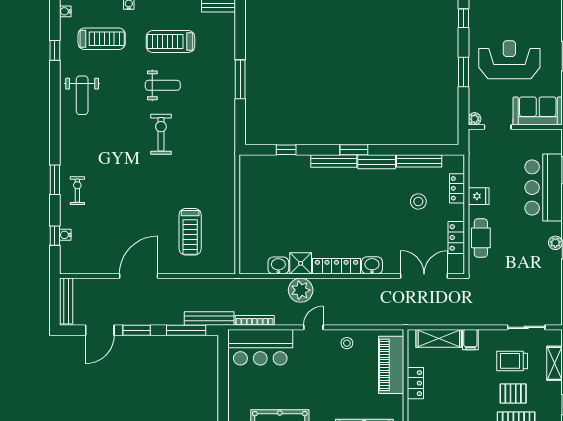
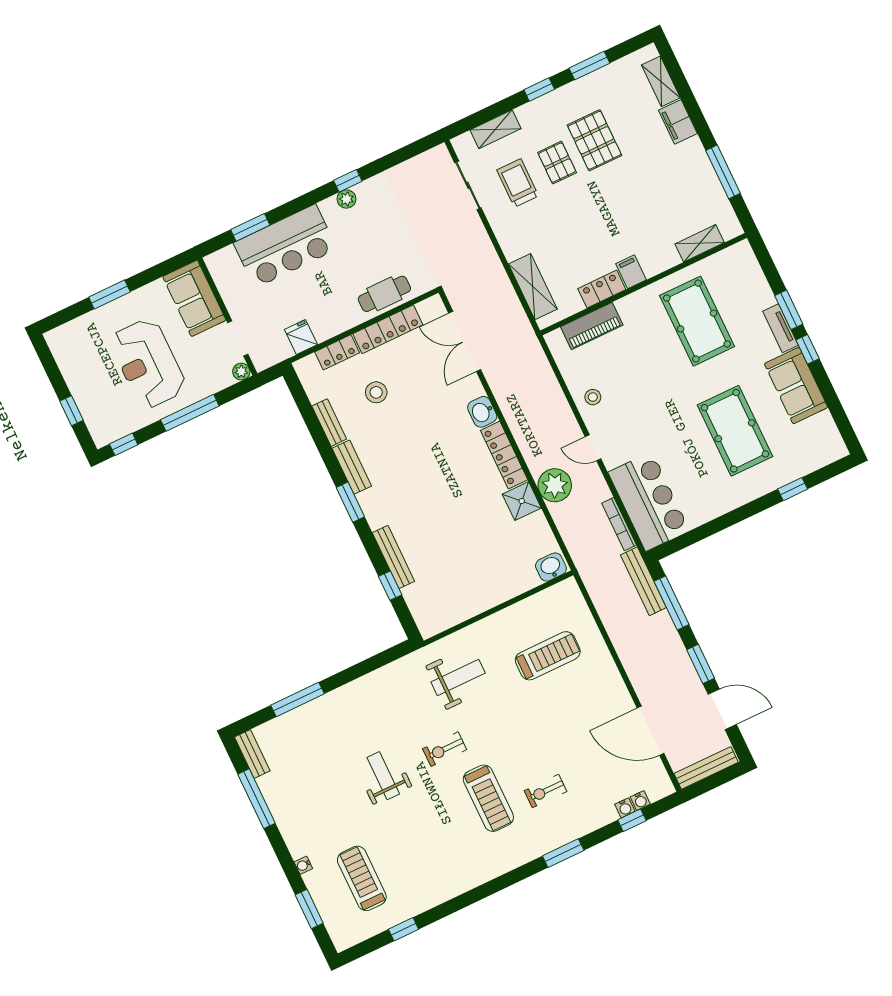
water cooler: (65, 11) -> (640, 801), moved
treadmill: (170, 42) -> (488, 798), moved
window: (464, 72) -> (190, 413), width x1.44
window: (240, 79) -> (297, 699), moved
weight bench: (82, 95) -> (458, 677), moved
exercise bike: (161, 134) -> (445, 749), width x0.73, depth x0.72
bench: (334, 161) -> (393, 557), moved
bench: (419, 161) -> (329, 423), width x0.73
exercise bike: (77, 191) -> (545, 791), moved
fridge: (479, 196) -> (301, 337), moved
locker: (456, 237) -> (388, 329), width x1.53
washbasin: (278, 266) -> (551, 567), moved, turned 90
door: (139, 276) -> (650, 731), moved
filing cabinet: (470, 340) -> (631, 272), moved, turned -90
trolley: (512, 361) -> (518, 183), turned 180
piano: (391, 365) -> (592, 326), width x0.73, depth x0.75

